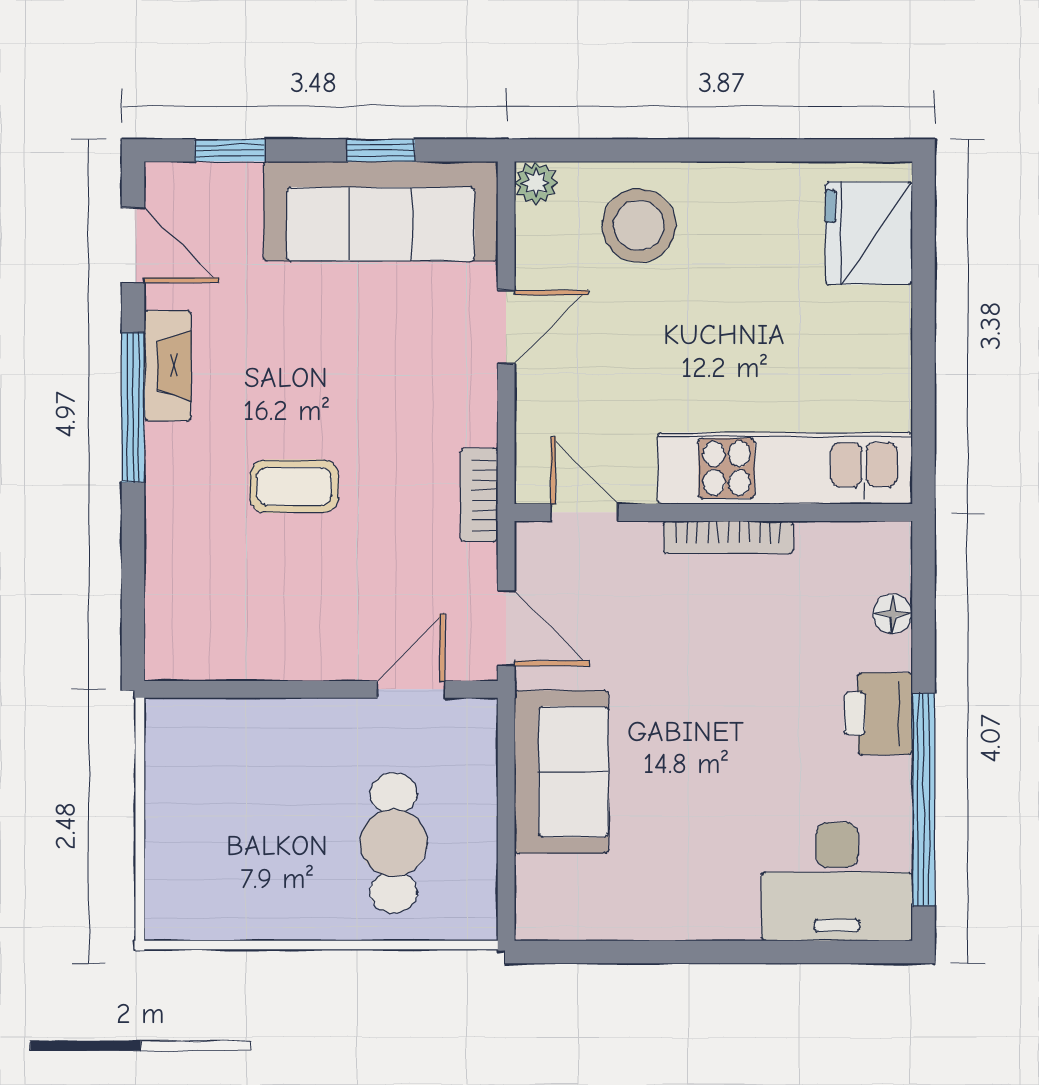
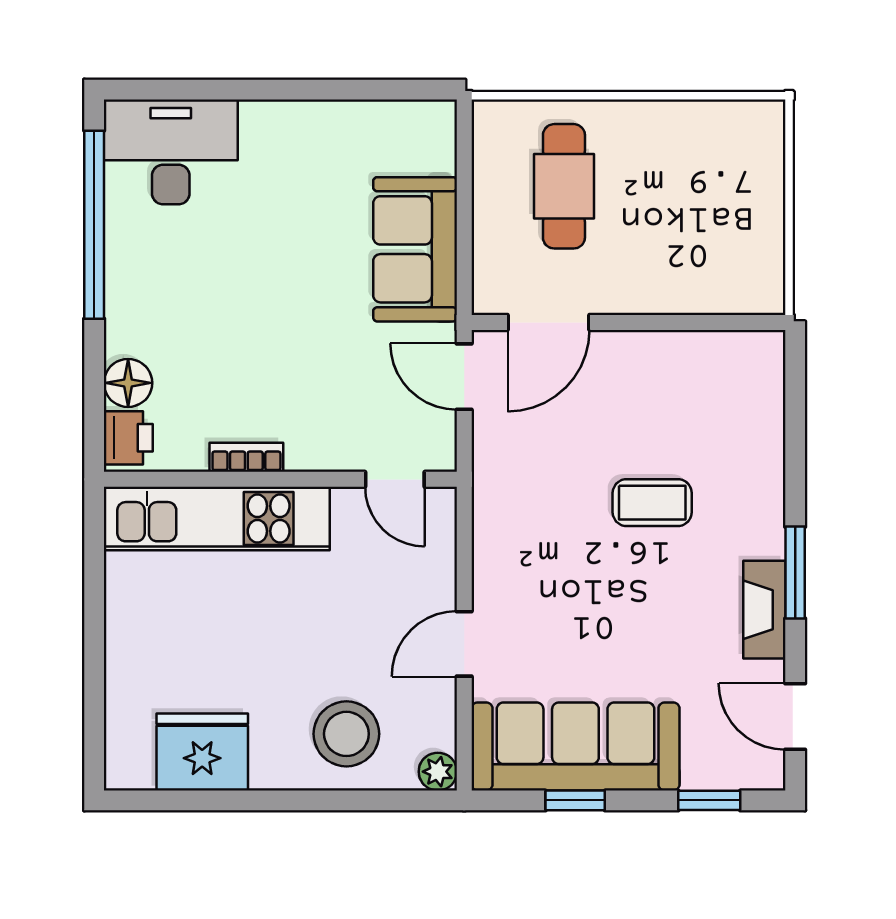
fridge: (869, 233) -> (202, 752), moved, turned -90
window: (133, 407) -> (795, 573), width x0.69
bookcase: (479, 495) -> (488, 495), removed
bookcase: (728, 537) -> (246, 457), width x0.64
floor lamp: (893, 614) -> (128, 383), width x1.37, depth x1.37
door: (411, 689) -> (548, 322), width x1.38
printer: (878, 714) -> (128, 438), moved, width x0.73, depth x0.81

